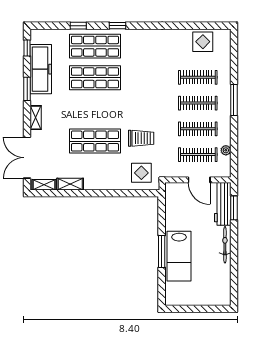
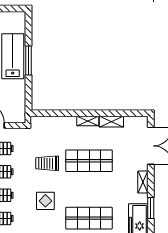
display table: (141, 173) -> (45, 201), moved
shelving: (44, 185) -> (88, 121), moved

